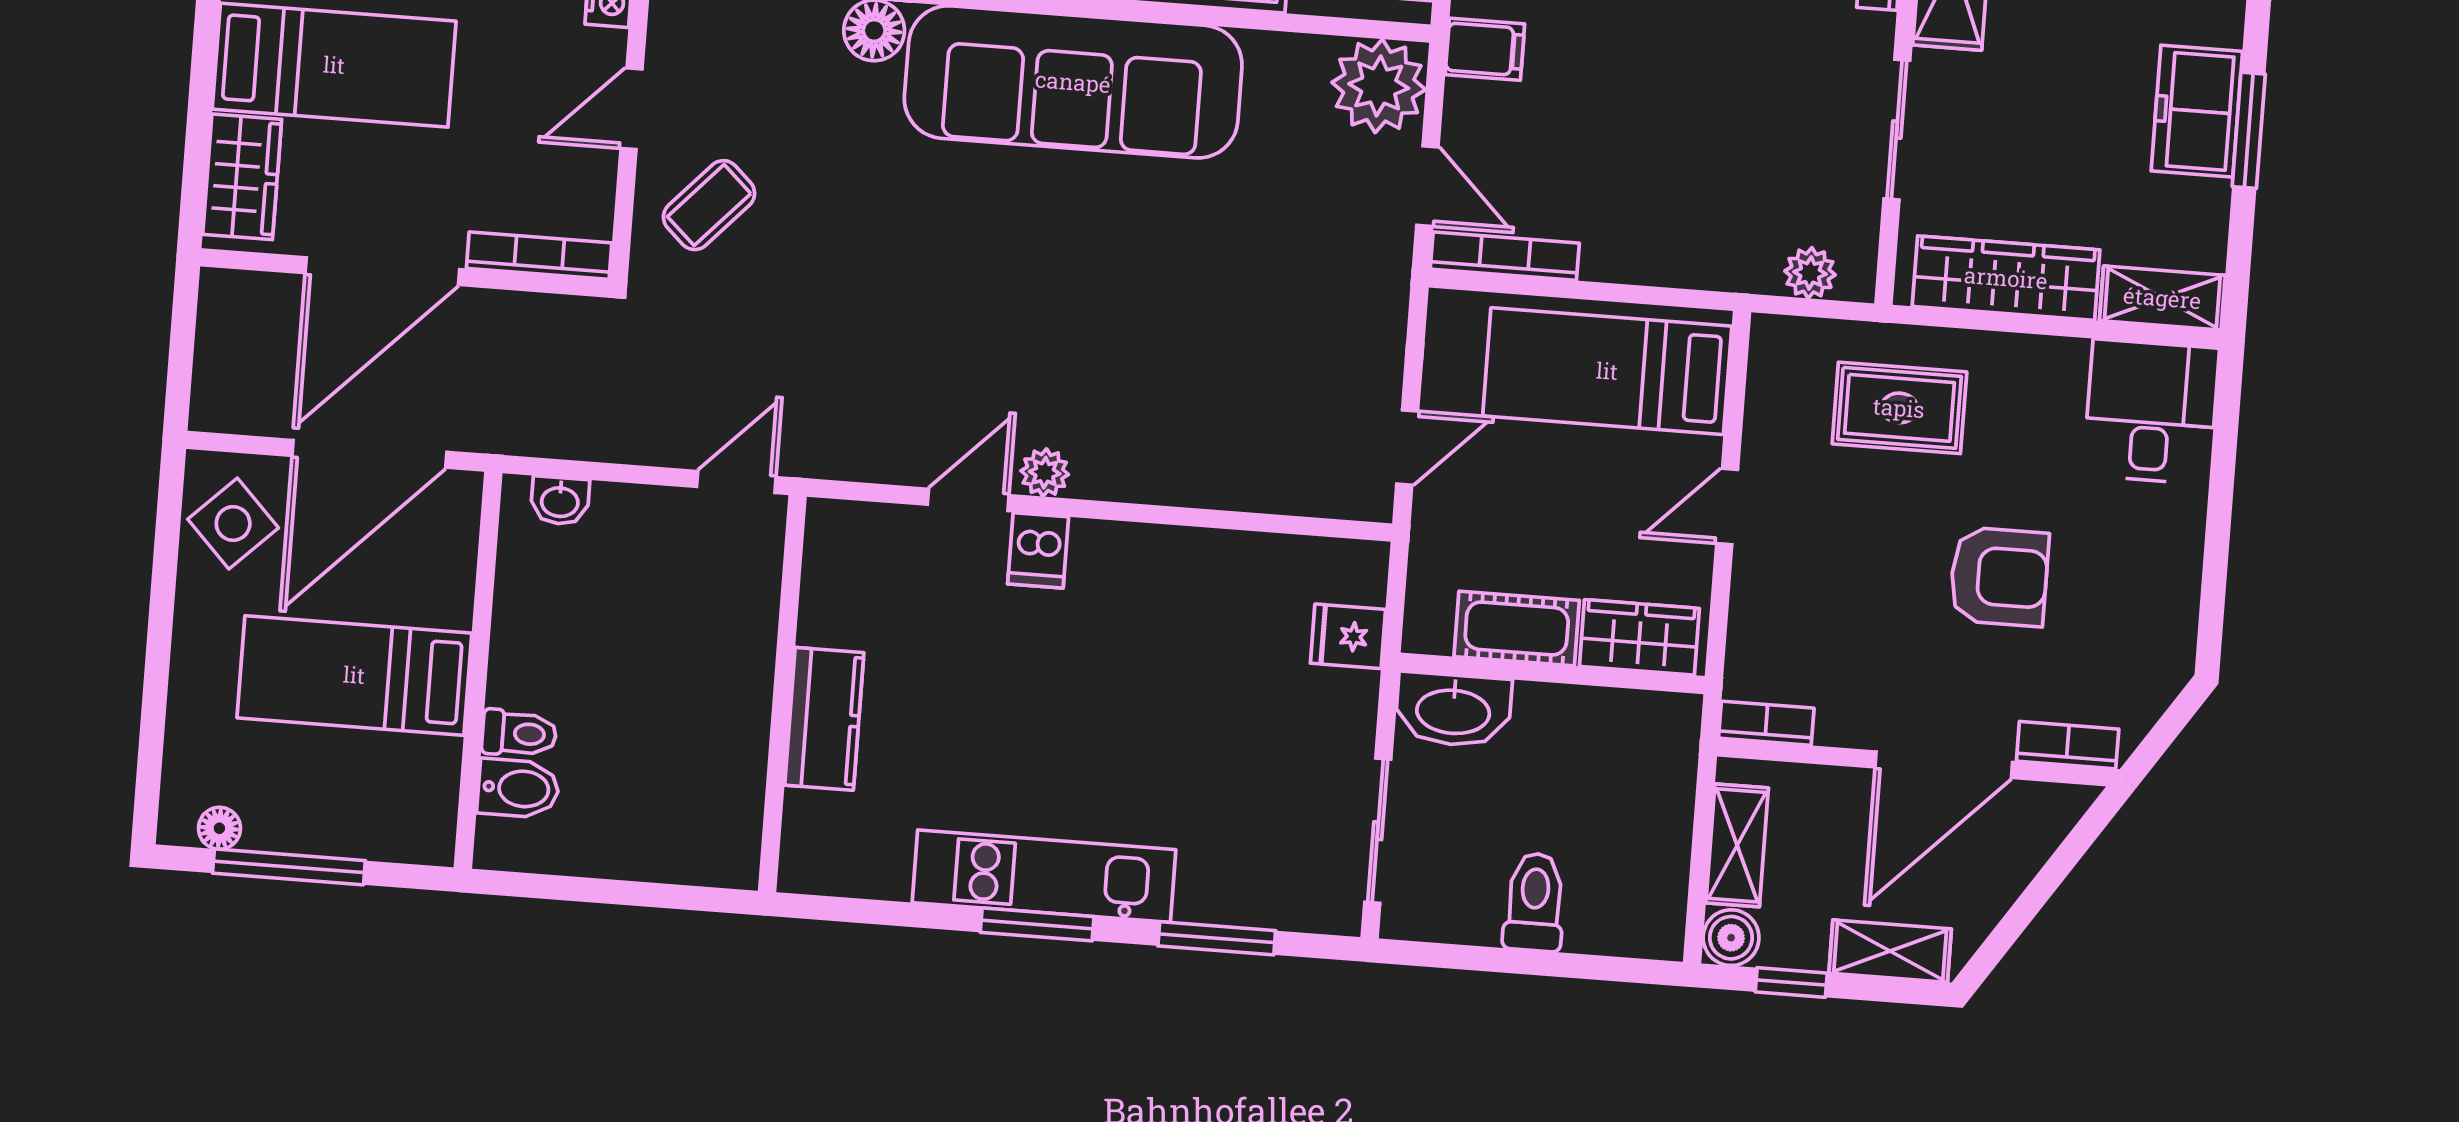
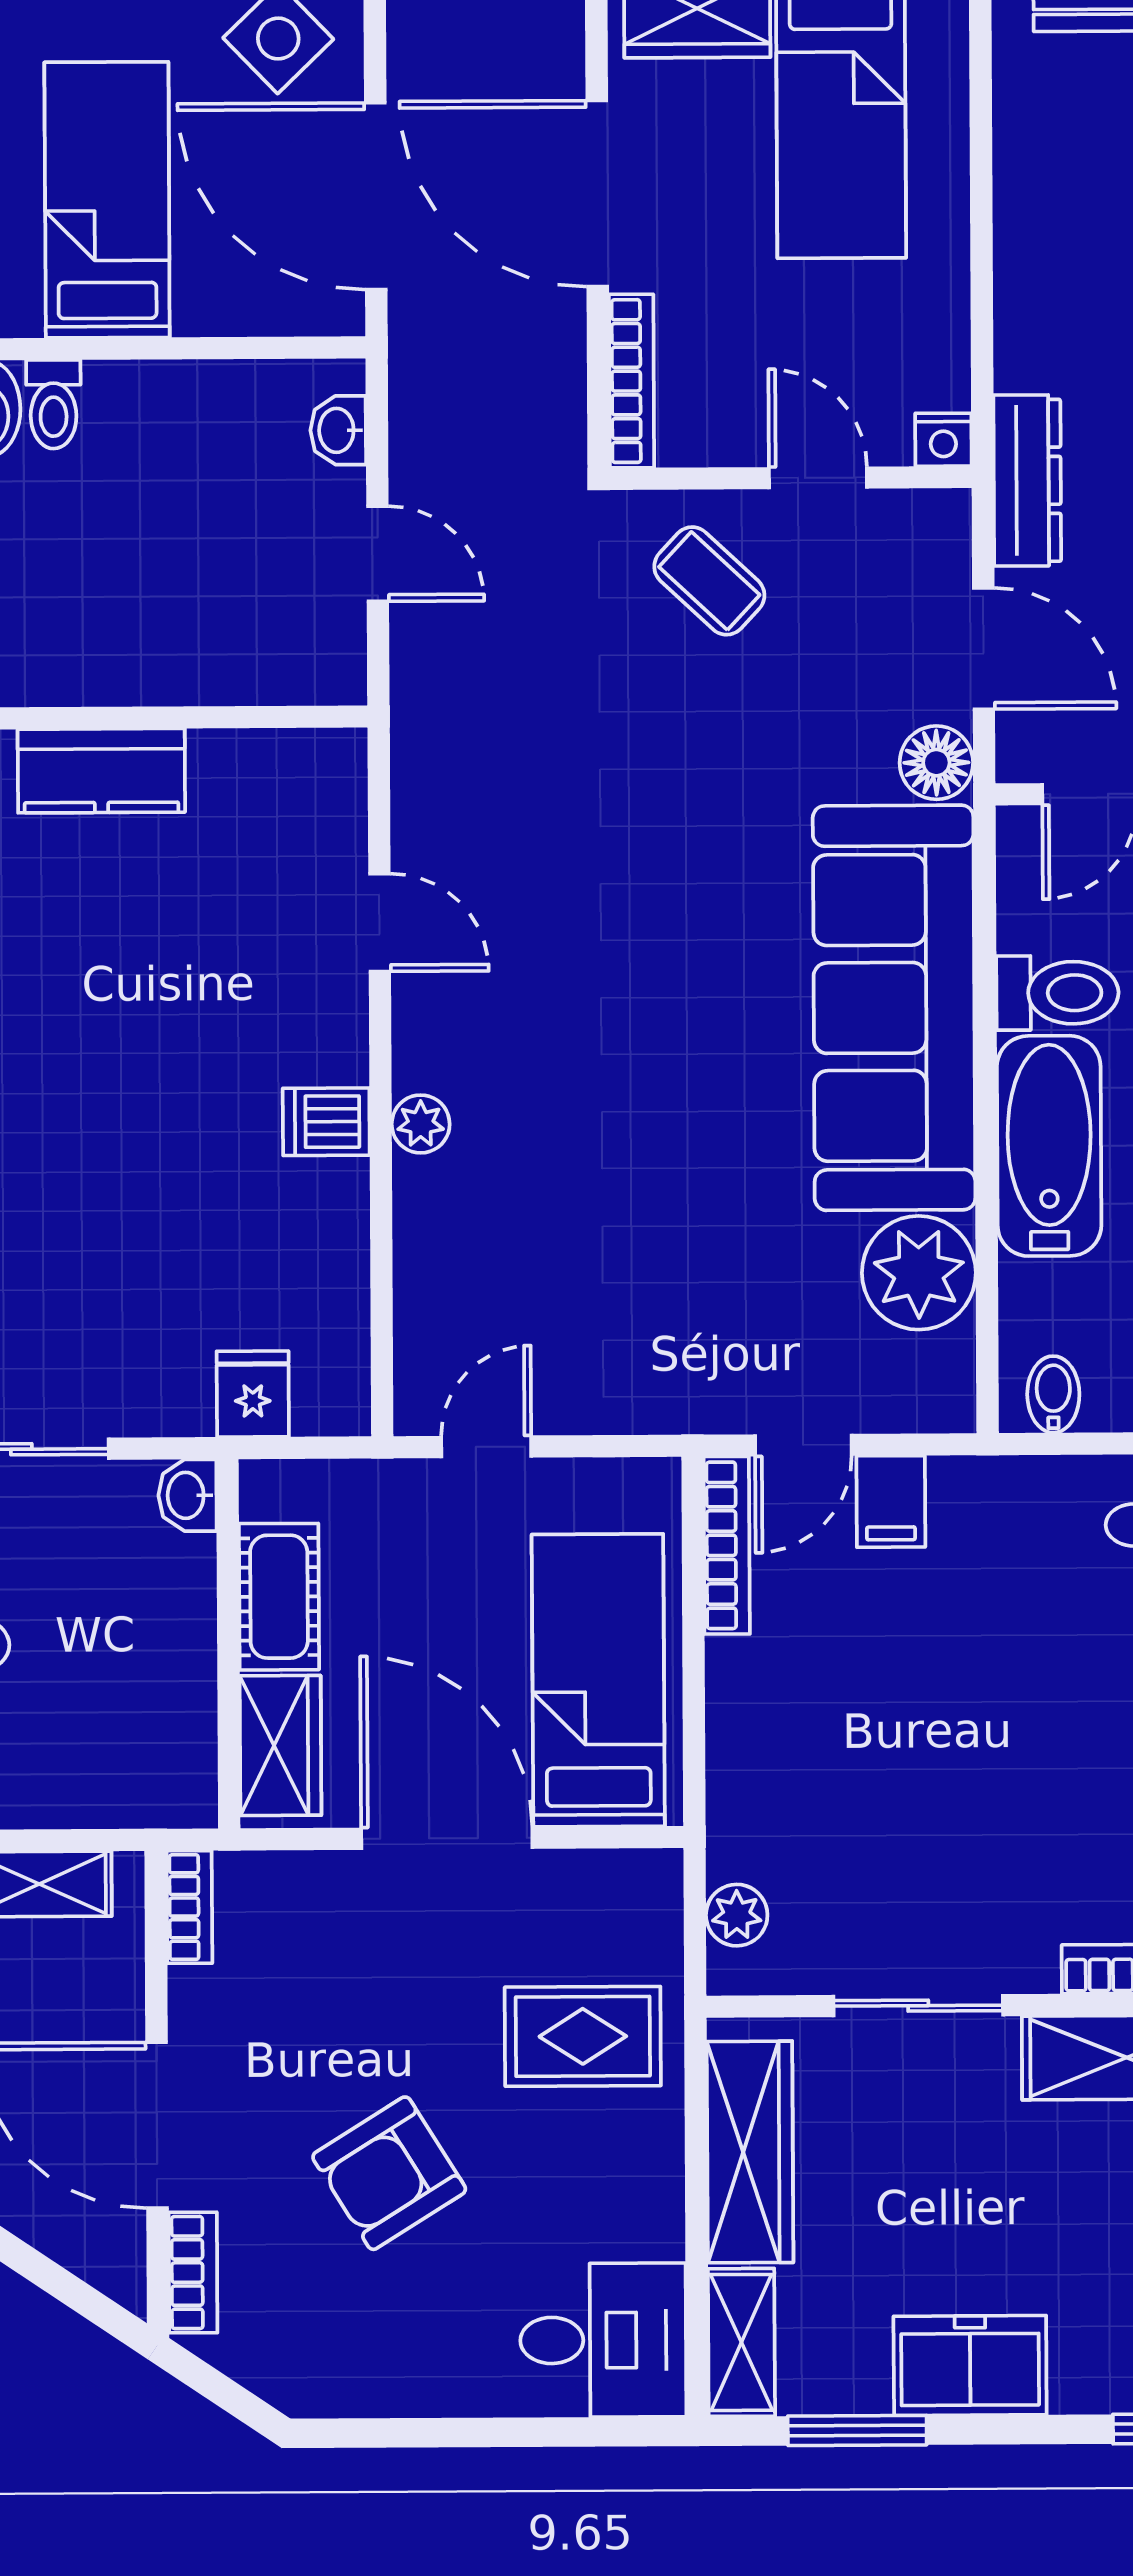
filing cabinet: (1485, 49) -> (891, 1501), moved
plant: (1379, 86) -> (919, 1273), moved
window: (2249, 130) -> (857, 2430), moved
rug: (1899, 408) -> (583, 2036), turned 90
door: (1407, 448) -> (486, 1447), swing flipped
plant: (1045, 473) -> (421, 1124), moved
door: (736, 482) -> (378, 554), moved
door: (1727, 507) -> (447, 1838), width x1.88
dishwasher: (1038, 550) -> (326, 1122), moved
armchair: (1999, 577) -> (389, 2173), turned 58
washbasin: (1453, 710) -> (187, 1495), width x0.52, depth x0.69

